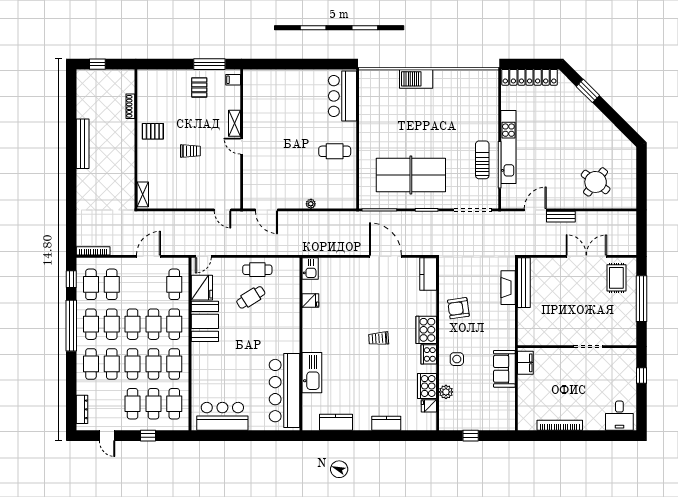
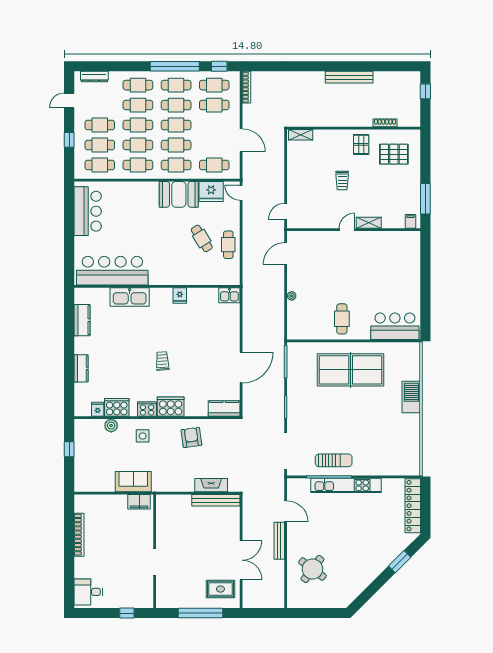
pallet: (199, 87) -> (394, 154), moved, width x1.50, depth x1.42
table tennis table: (411, 175) -> (351, 370), moved, turned 90
bench: (561, 217) -> (279, 541), width x1.36
fridge: (310, 300) -> (180, 296), moved

